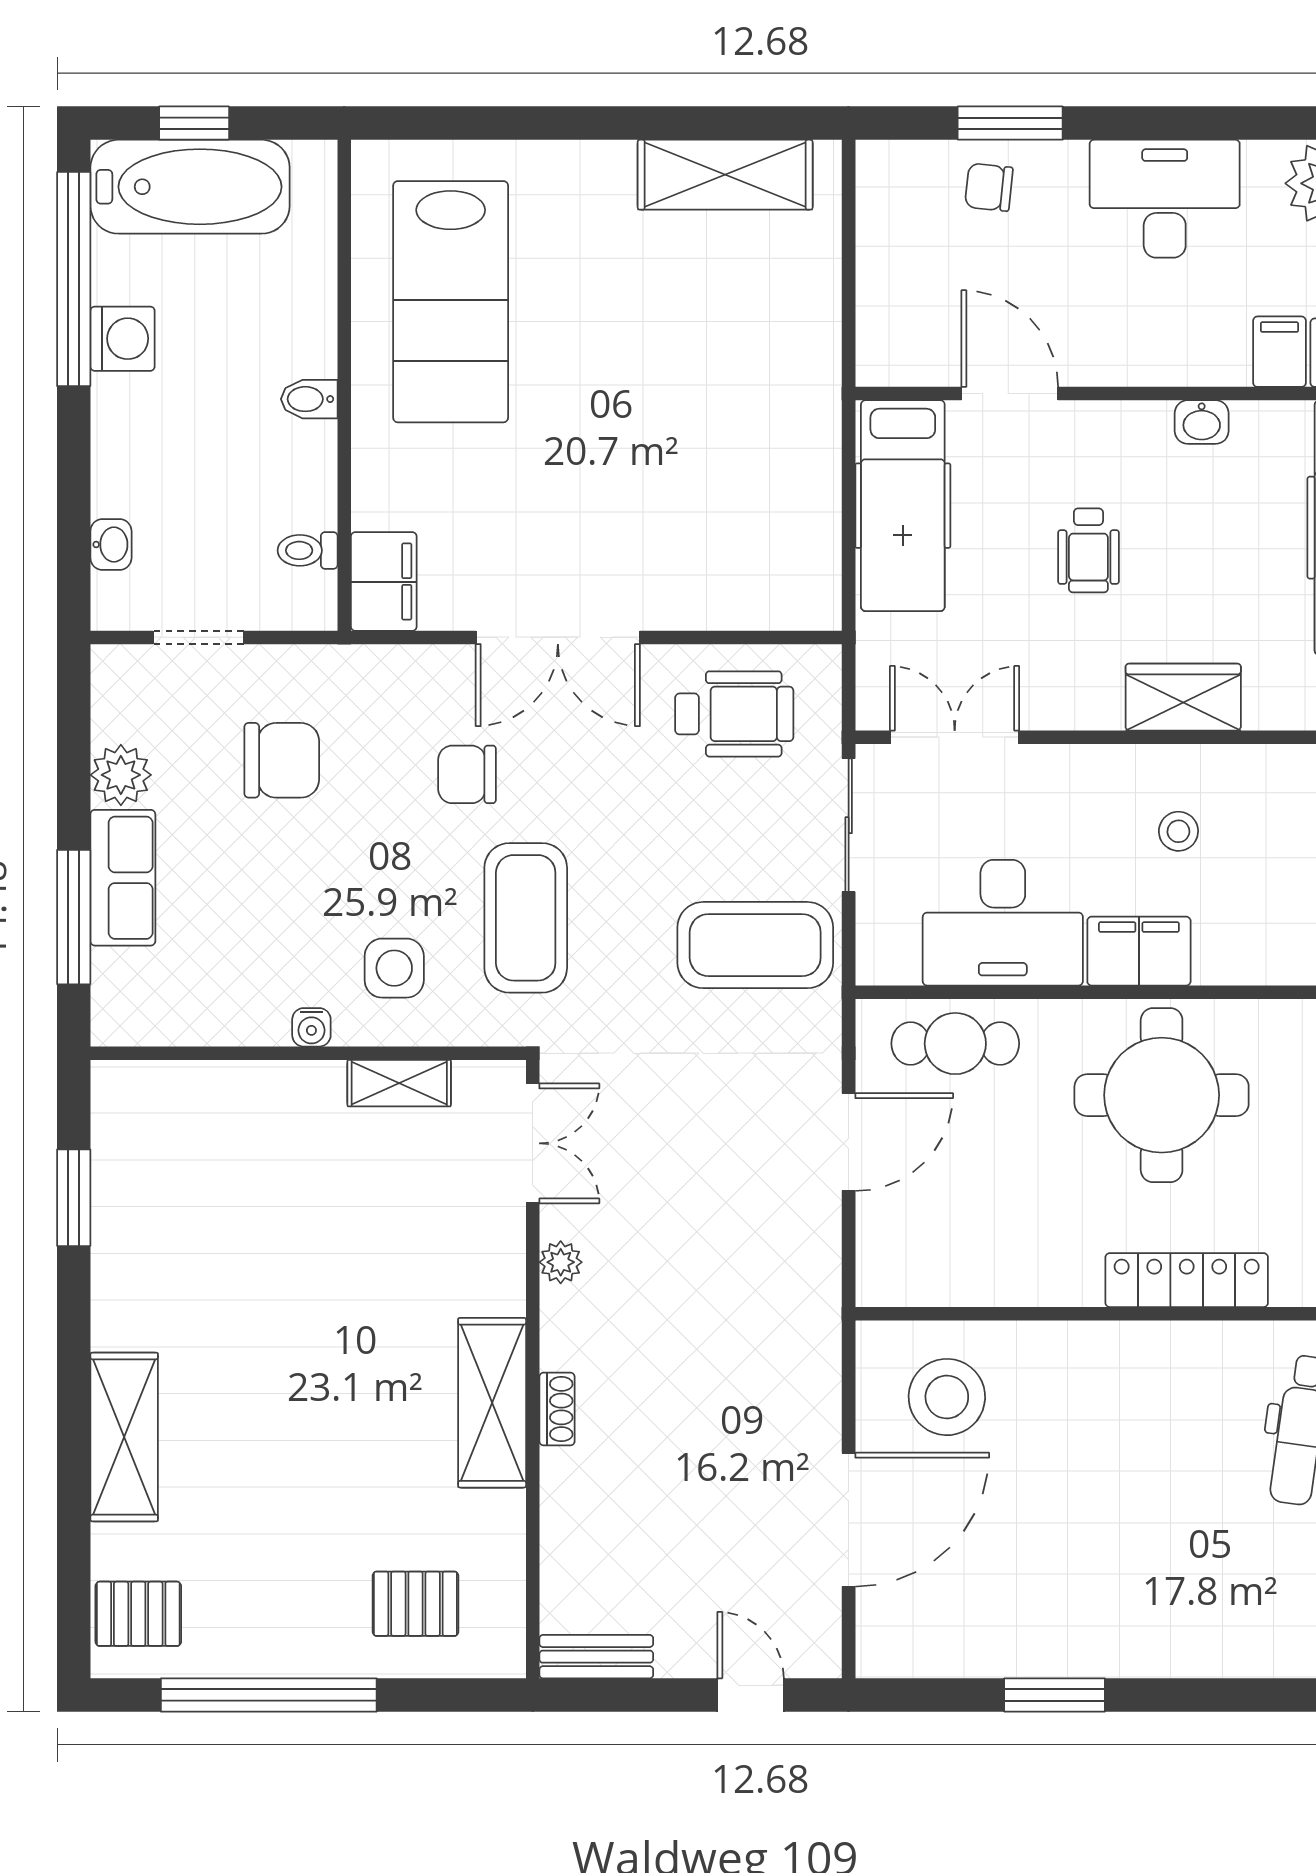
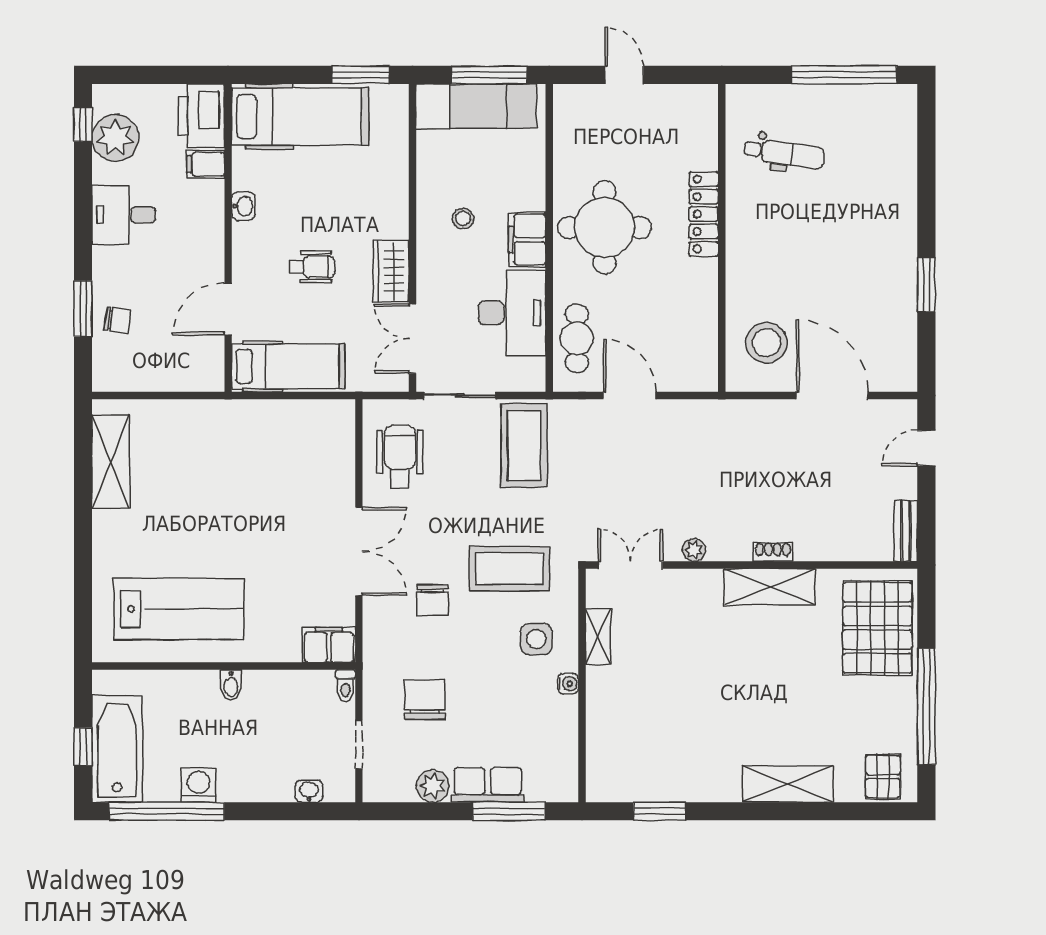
chair: (989, 187) -> (117, 320), turned -89
desk: (1165, 199) -> (124, 215), width x0.73
toilet: (308, 550) -> (345, 686), moved
wardrobe: (1183, 697) -> (391, 271), moved
pallet: (415, 1604) -> (877, 628), width x2.05, depth x2.00

